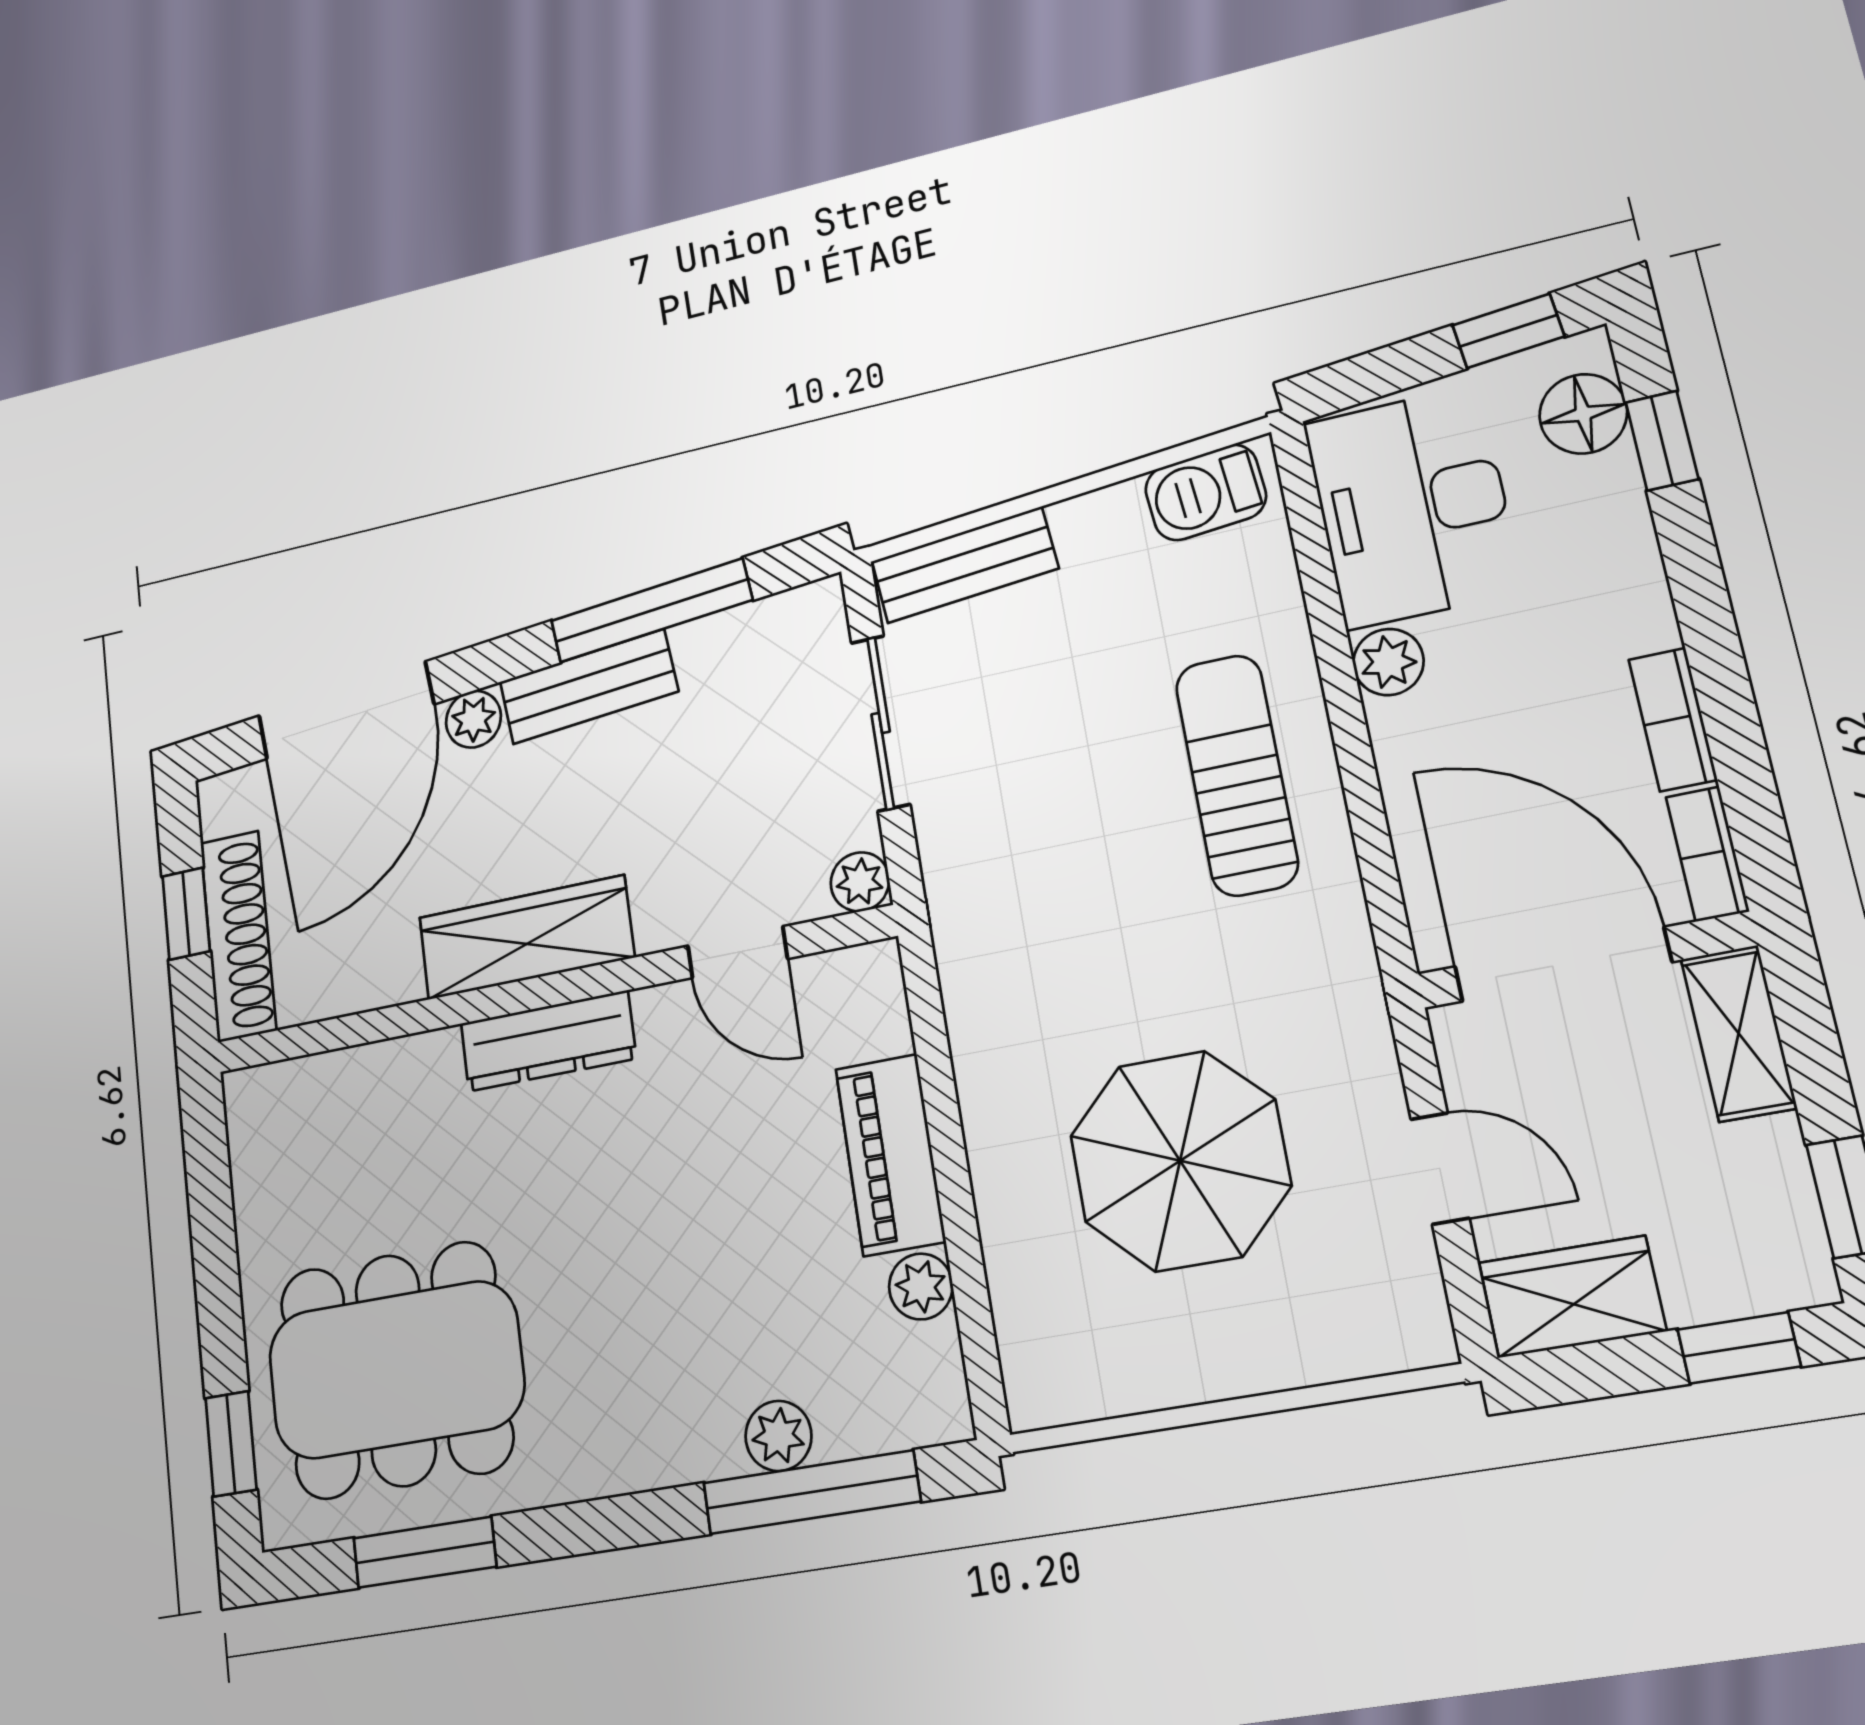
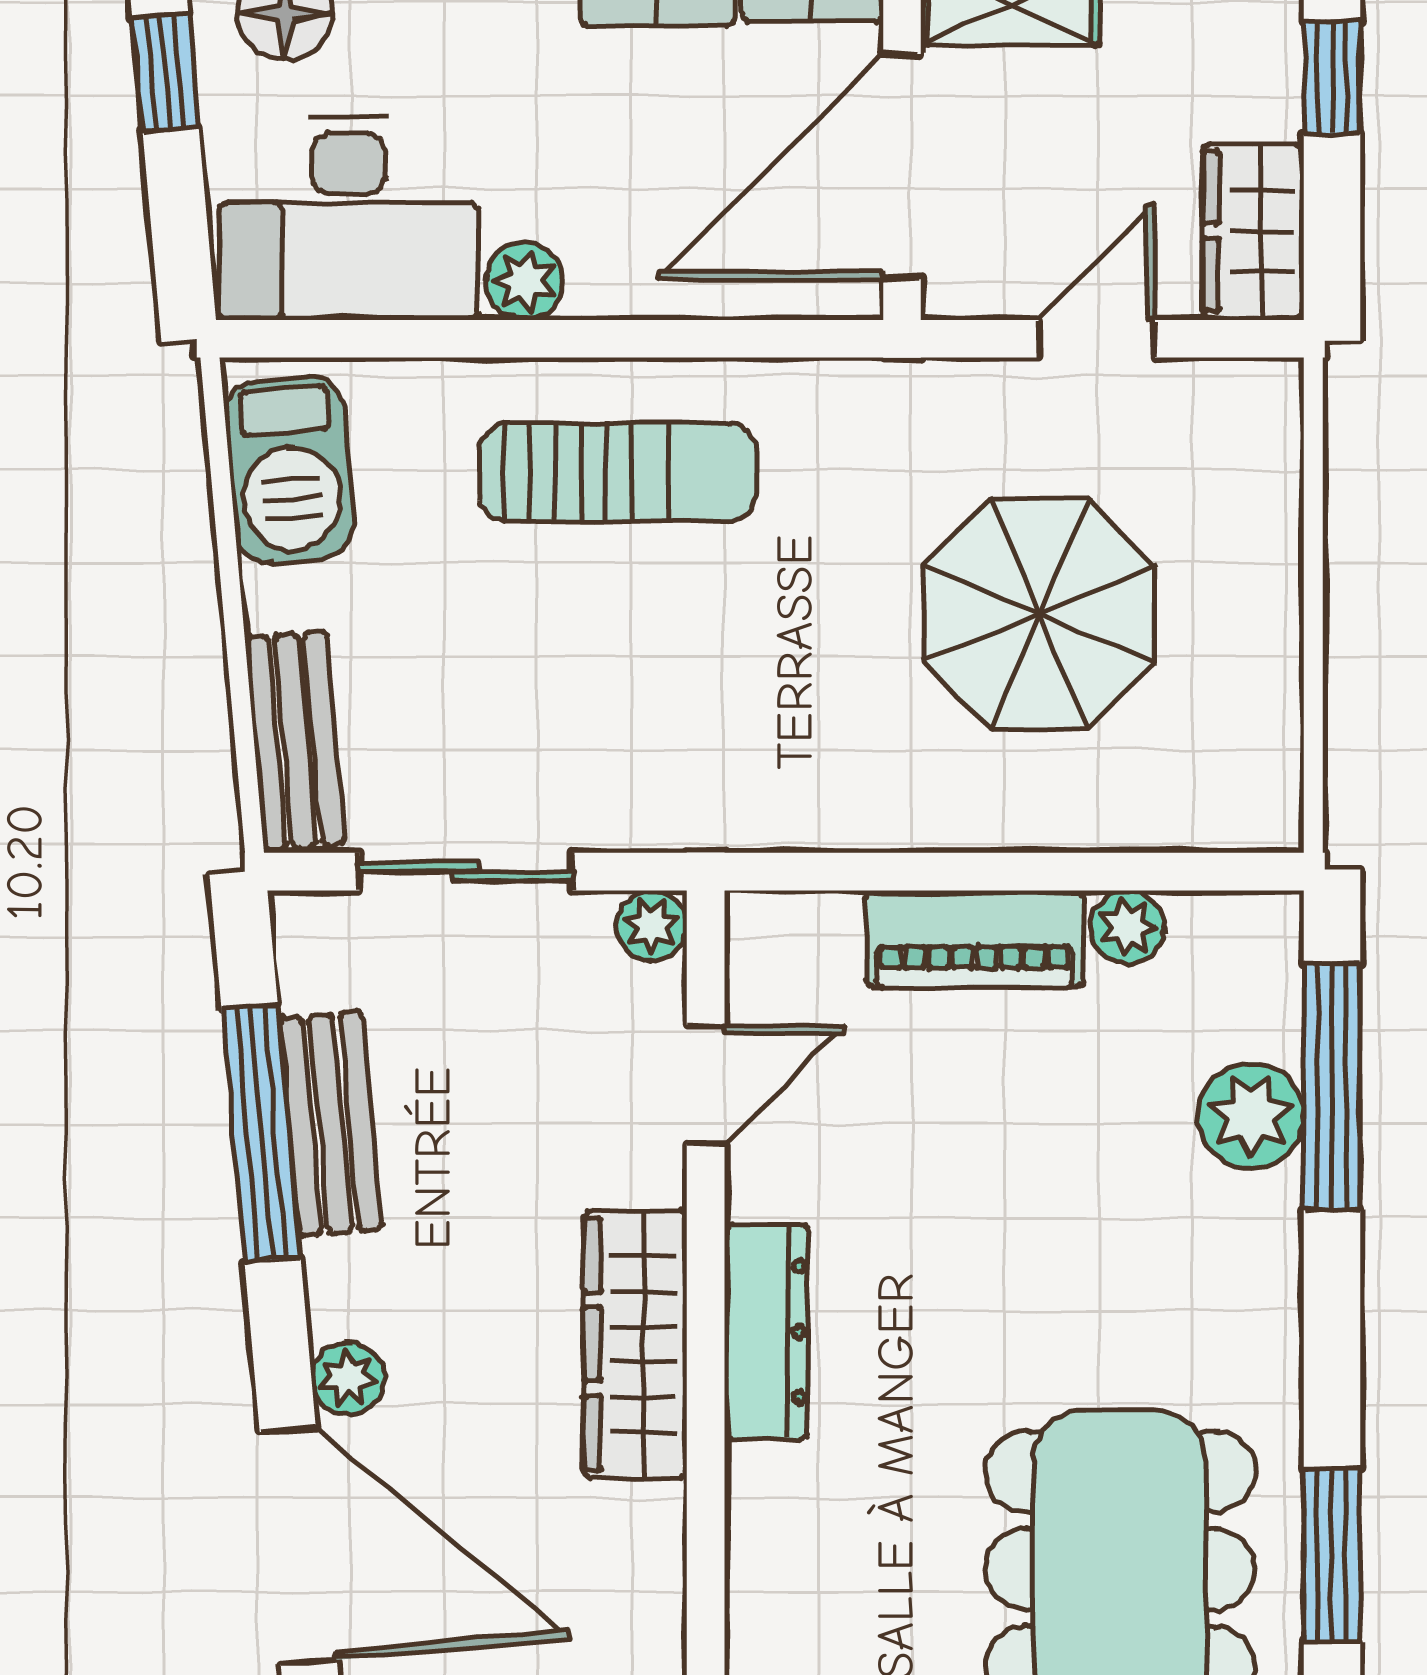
barbecue: (1206, 492) -> (289, 469), width x1.38, depth x1.27
bench: (589, 687) -> (330, 1124), moved
sun lounger: (1237, 775) -> (618, 472), turned 180
plant: (778, 1436) -> (1251, 1116), width x1.38, depth x1.38

